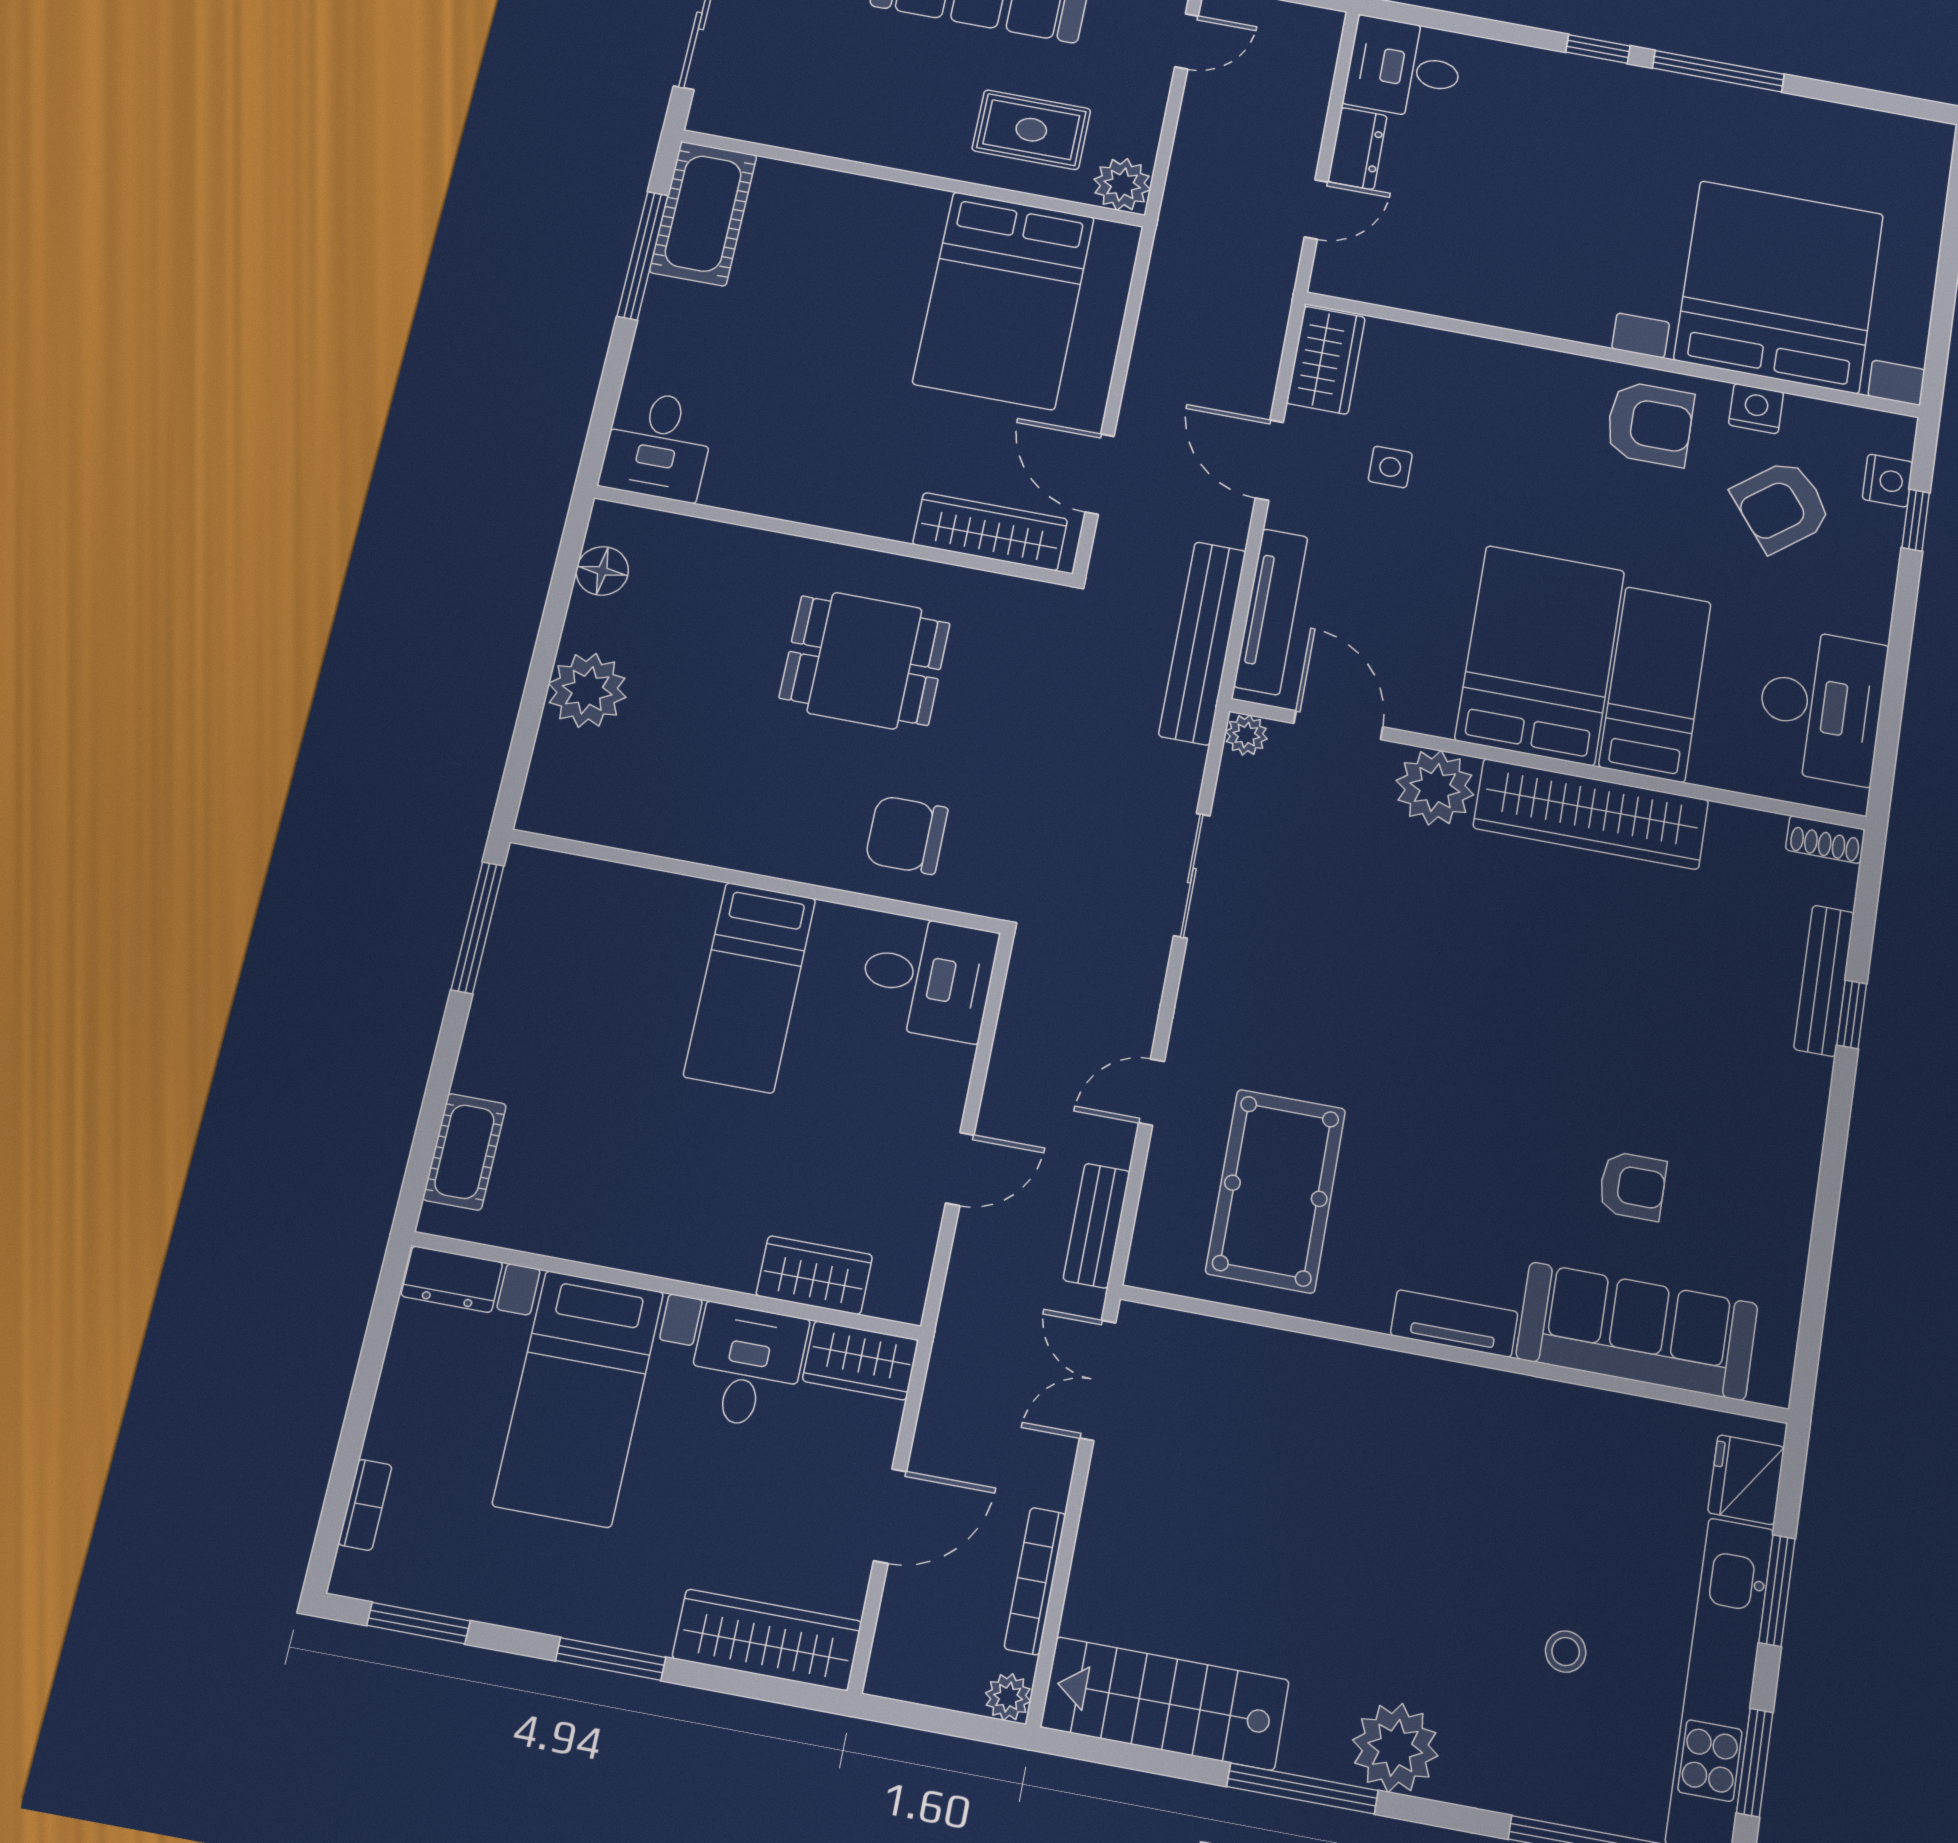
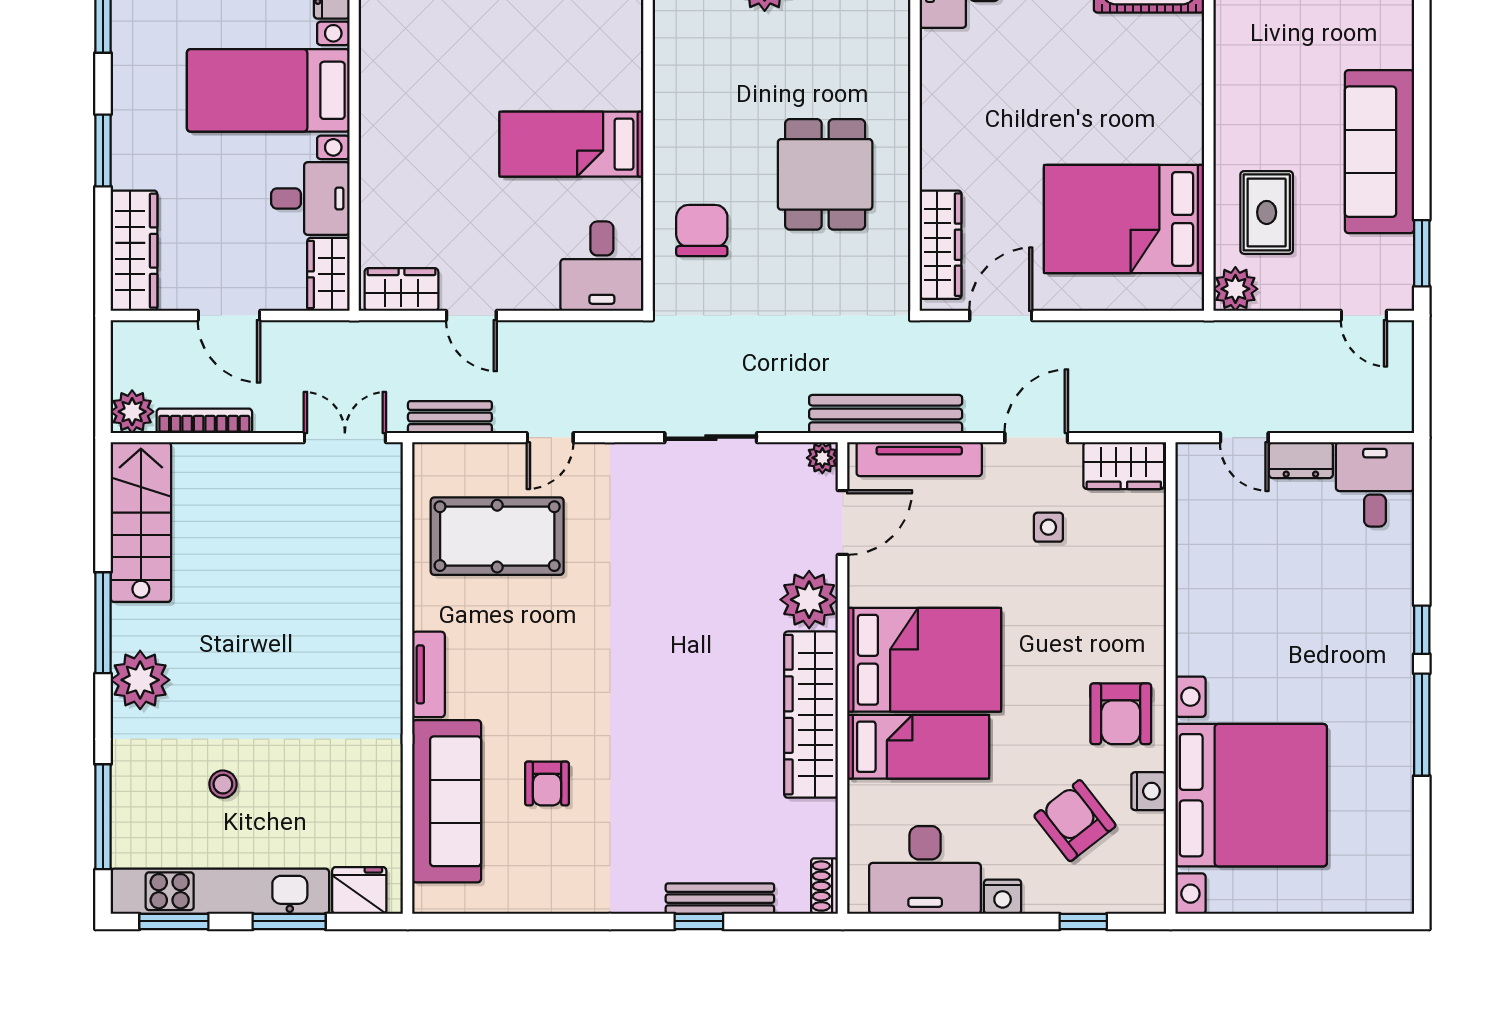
nightstand: (1888, 481) -> (1003, 897), moved
door: (1151, 1092) -> (550, 438), swing flipped
wardrobe: (814, 1275) -> (401, 290), moved, turned -90
plant: (1008, 1697) -> (132, 412), width x1.38, depth x1.38

